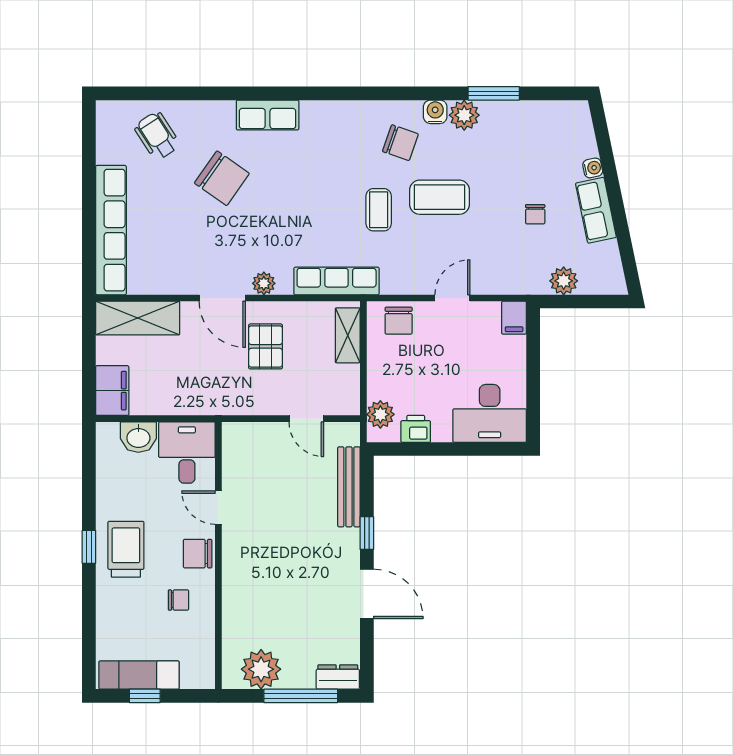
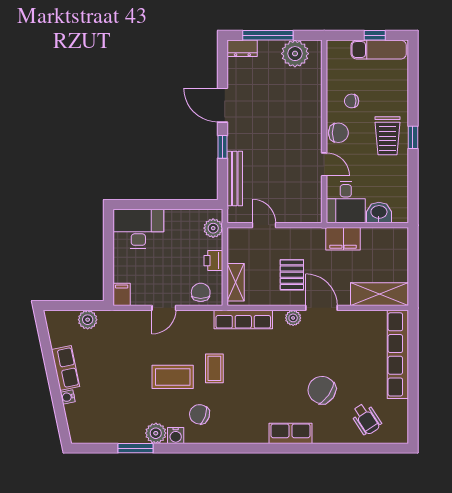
chair: (535, 214) -> (107, 365), removed
filing cabinet: (112, 391) -> (343, 239), moved, turned -90
printer: (416, 429) -> (213, 261), moved, turned 90

